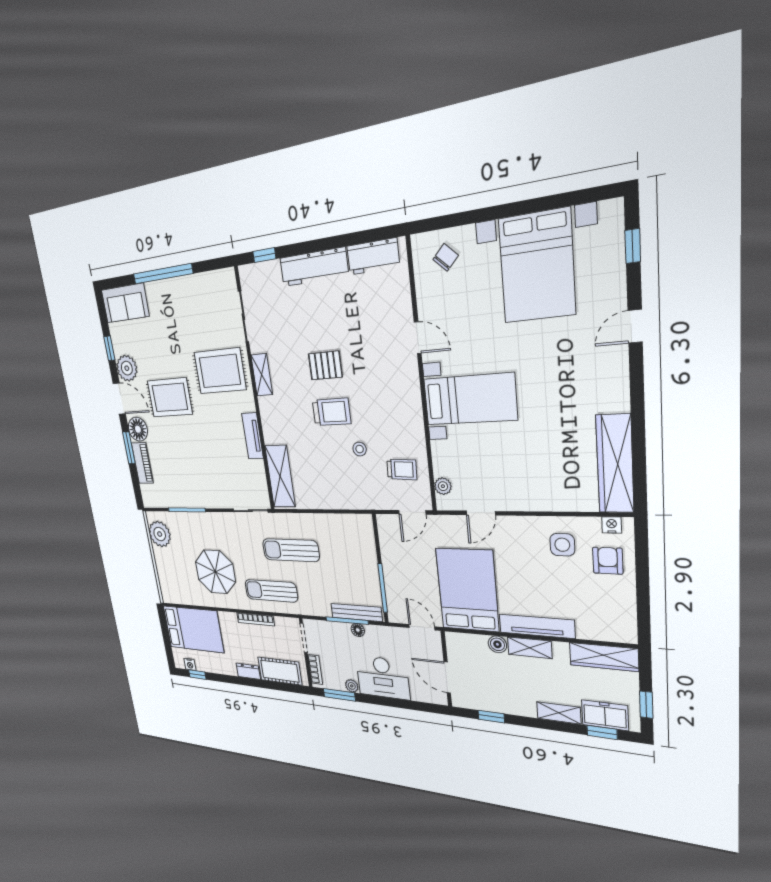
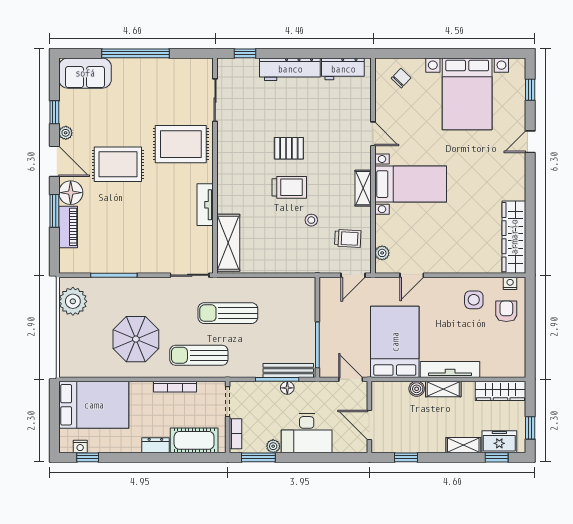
plant: (127, 368) -> (66, 133), width x0.53, depth x0.53
shelving: (262, 375) -> (363, 188), moved

